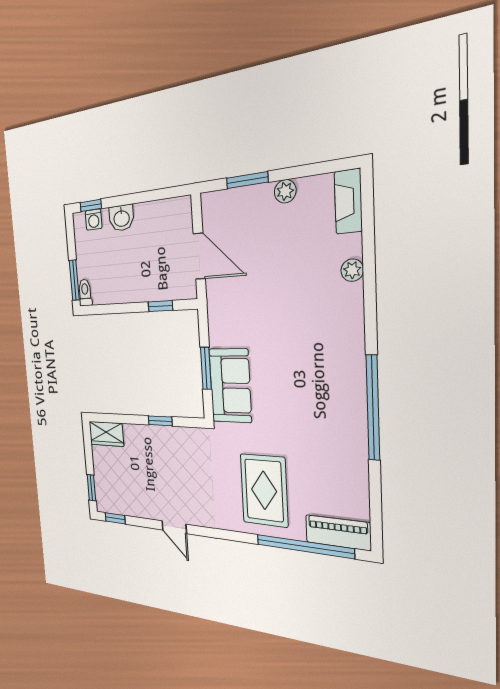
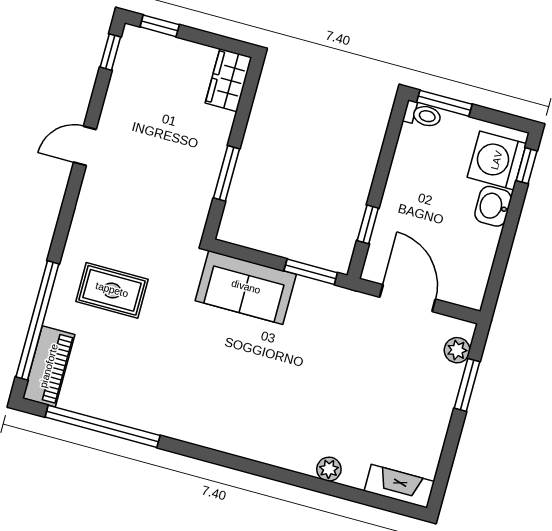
plant: (285, 191) -> (457, 350), moved
washing machine: (94, 220) -> (497, 160), width x1.89, depth x1.89
door: (199, 256) -> (408, 298), swing flipped
window: (206, 368) -> (311, 272), moved
window: (373, 408) -> (103, 426), moved
window: (160, 421) -> (226, 173), width x1.50
rug: (264, 490) -> (112, 290), width x0.73, depth x0.70

